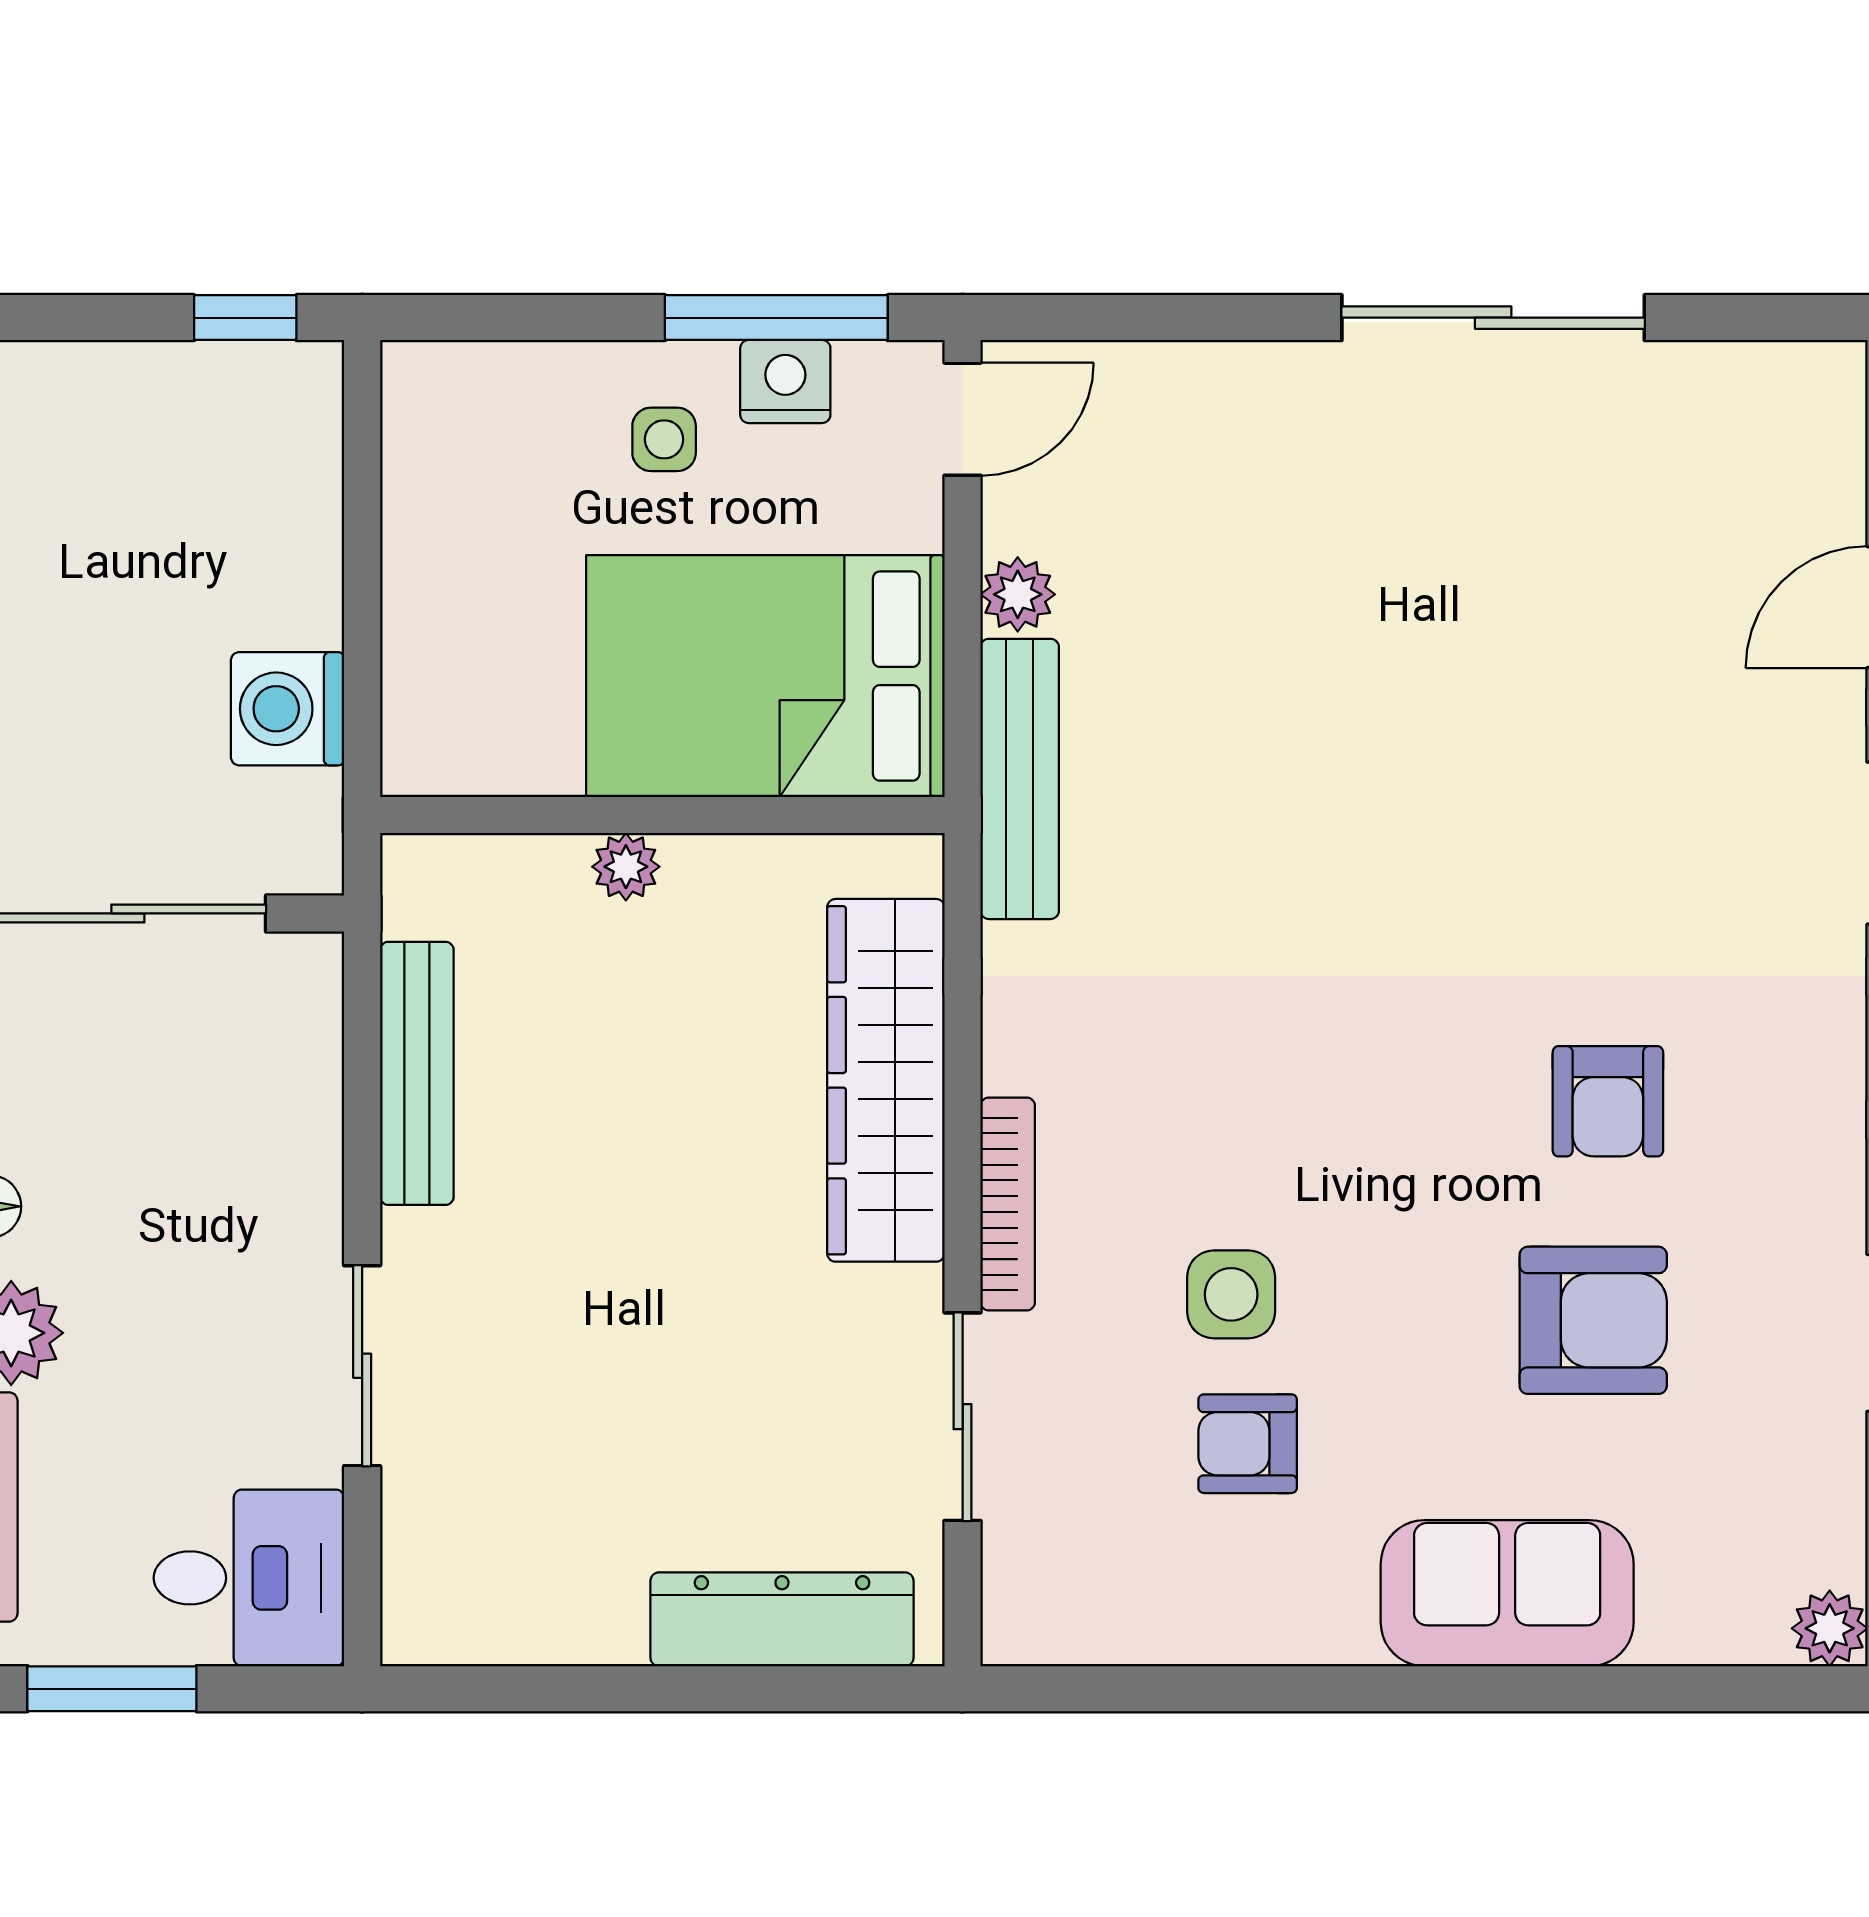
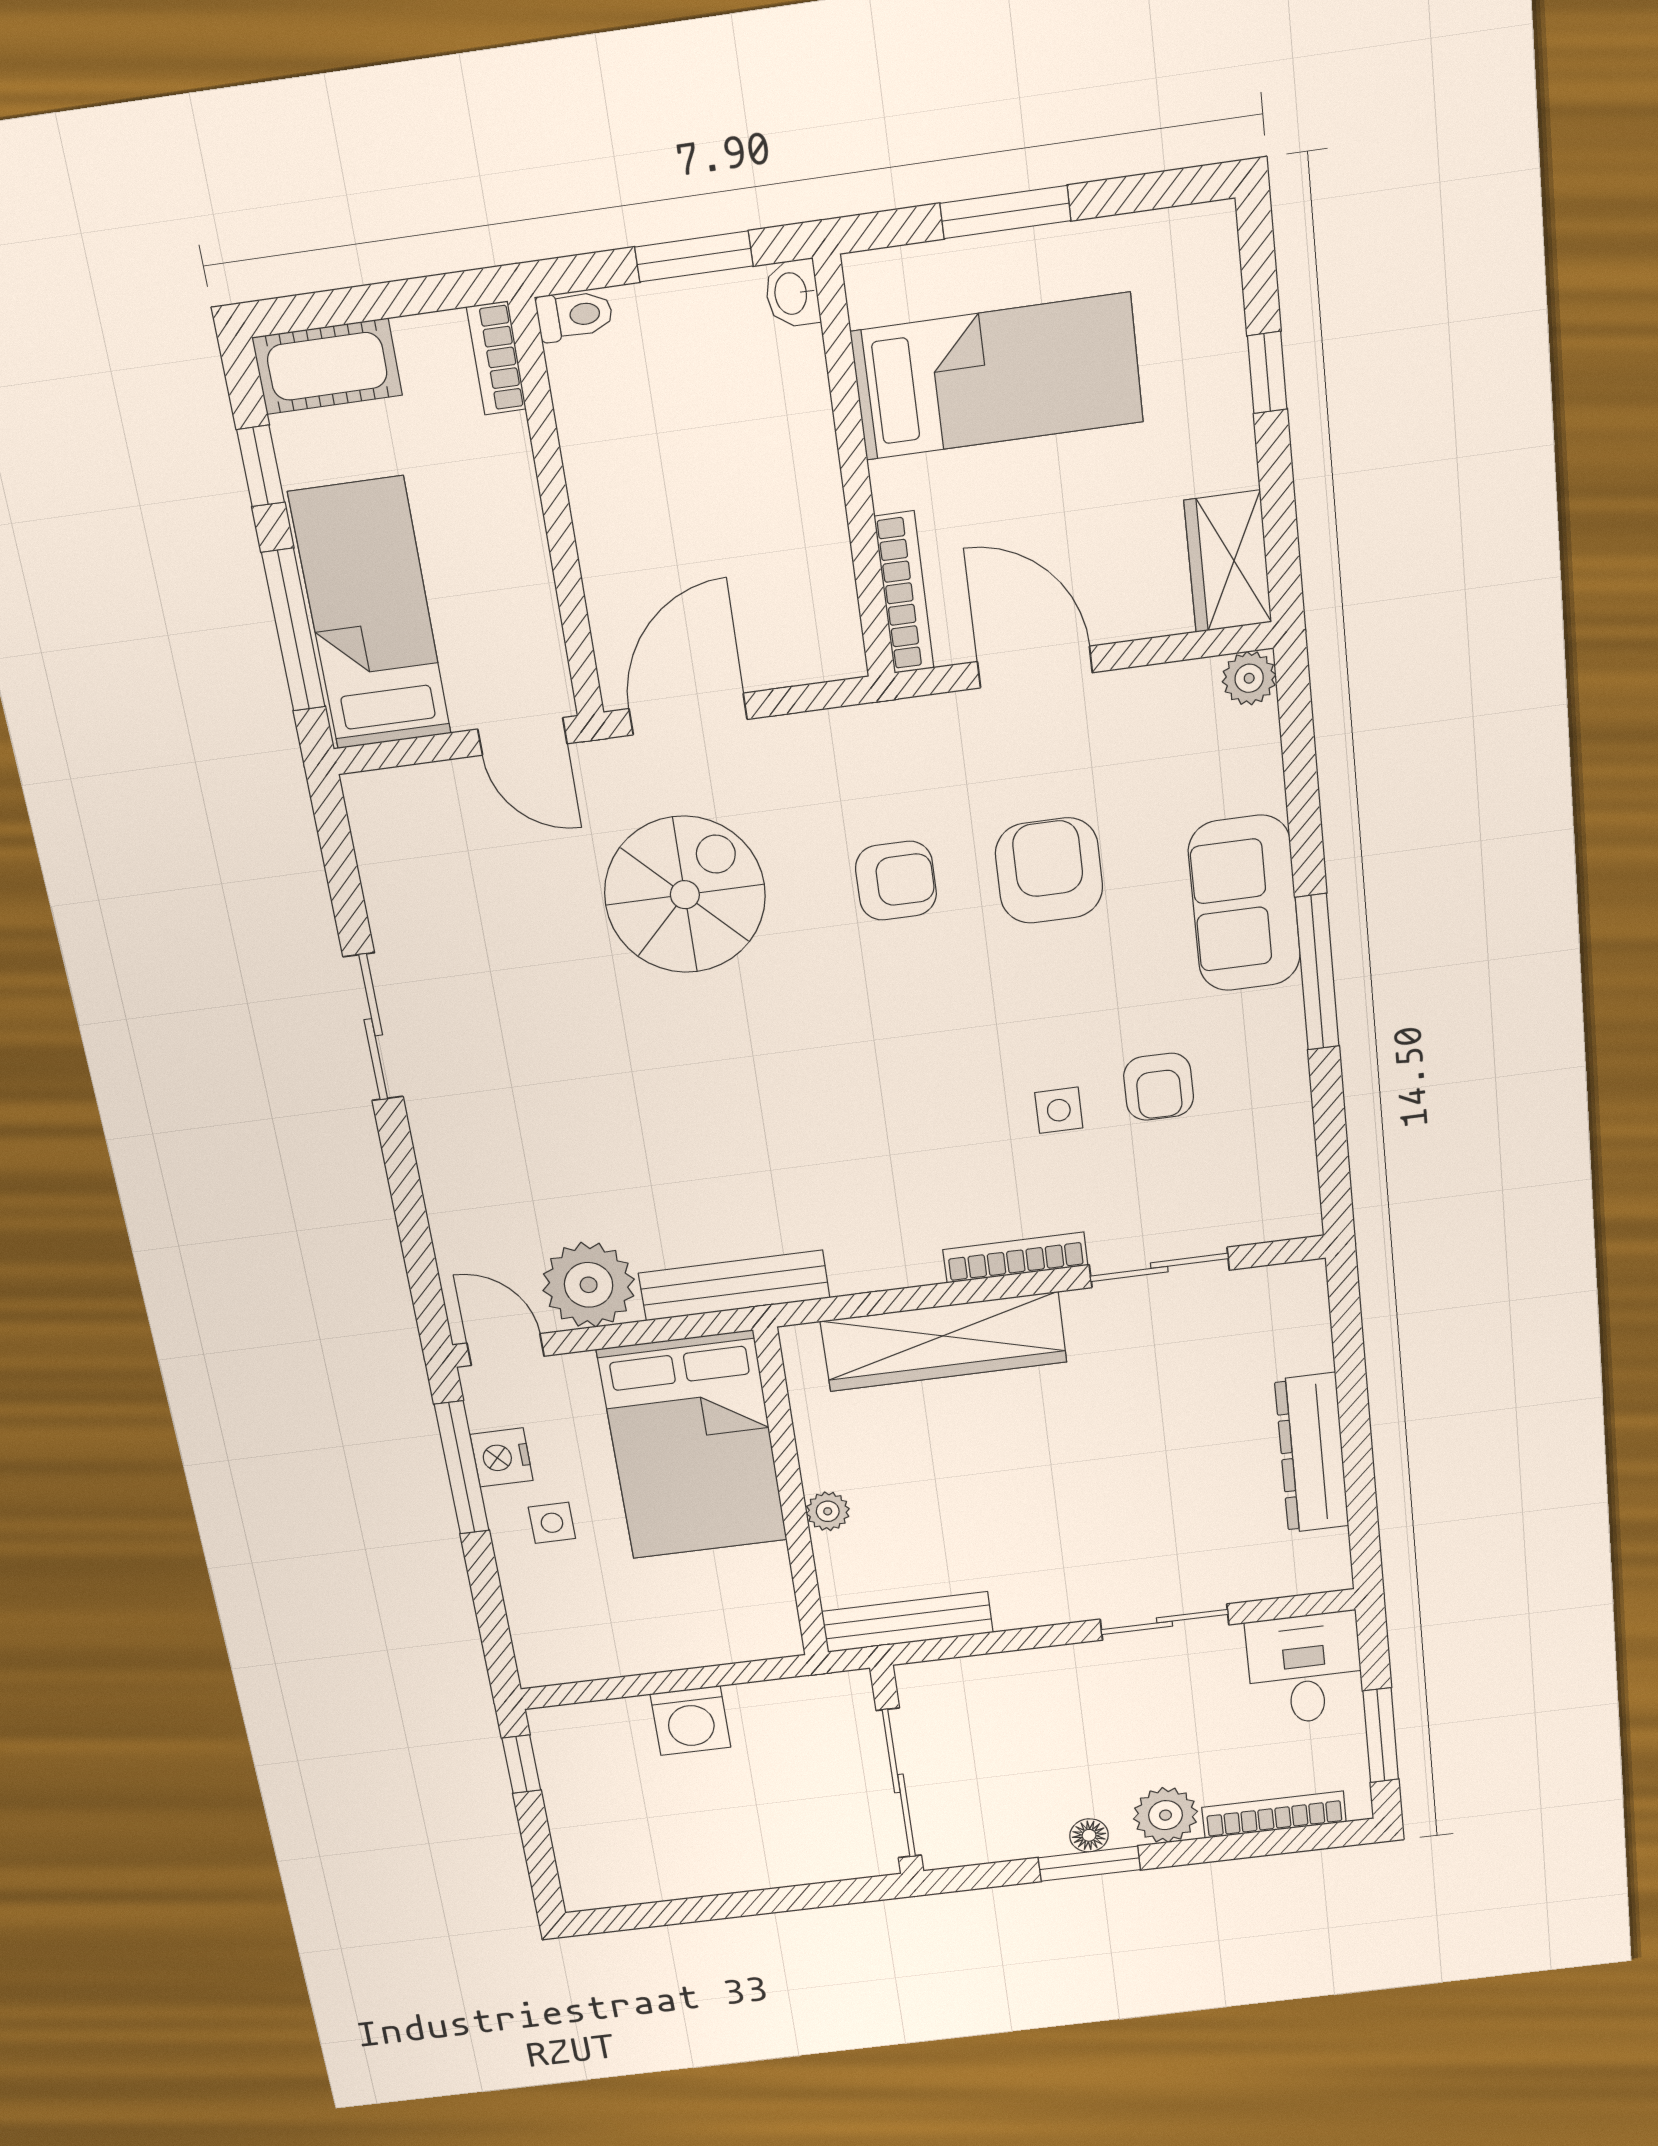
sliding door: (1493, 318) -> (373, 1027), width x0.73
plant: (1018, 594) -> (589, 1285), width x1.87, depth x1.87
washing machine: (288, 709) -> (690, 1721), moved
spiral stairs: (1628, 798) -> (685, 895), added
bench: (417, 1073) -> (907, 1622), moved
side table: (1231, 1294) -> (1059, 1110), width x0.73, depth x0.73
dresser: (782, 1619) -> (1312, 1453), moved
window: (1391, 1689) -> (1317, 972), added

